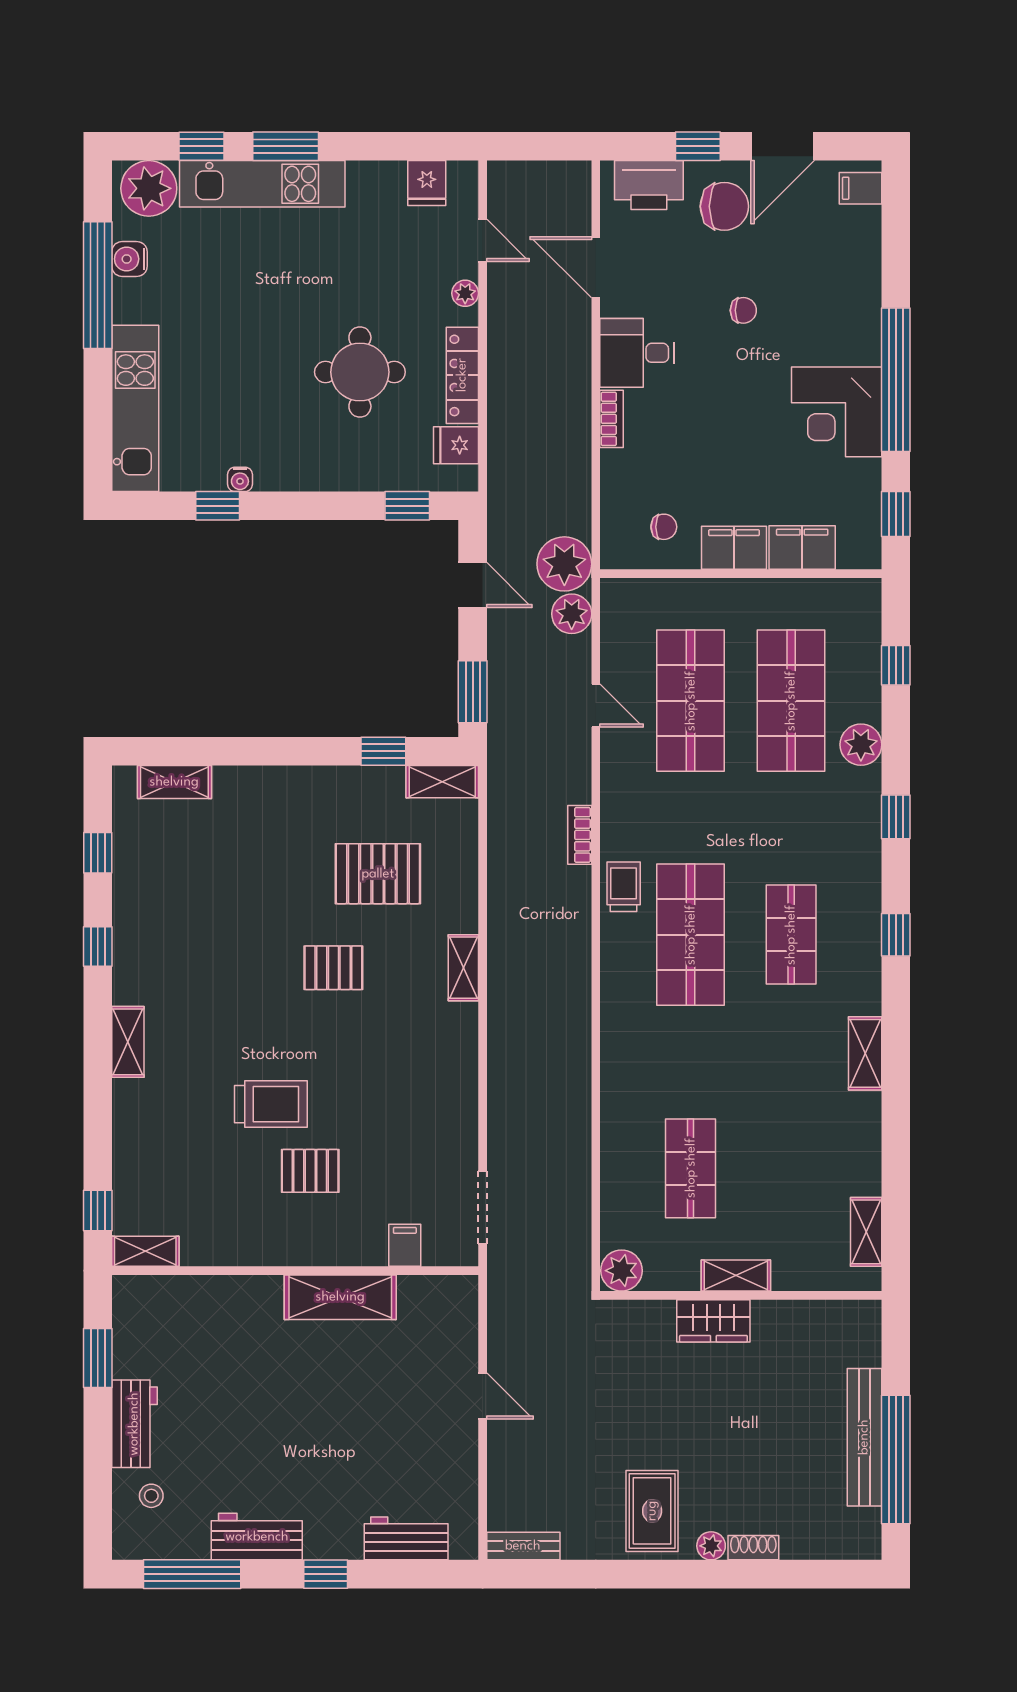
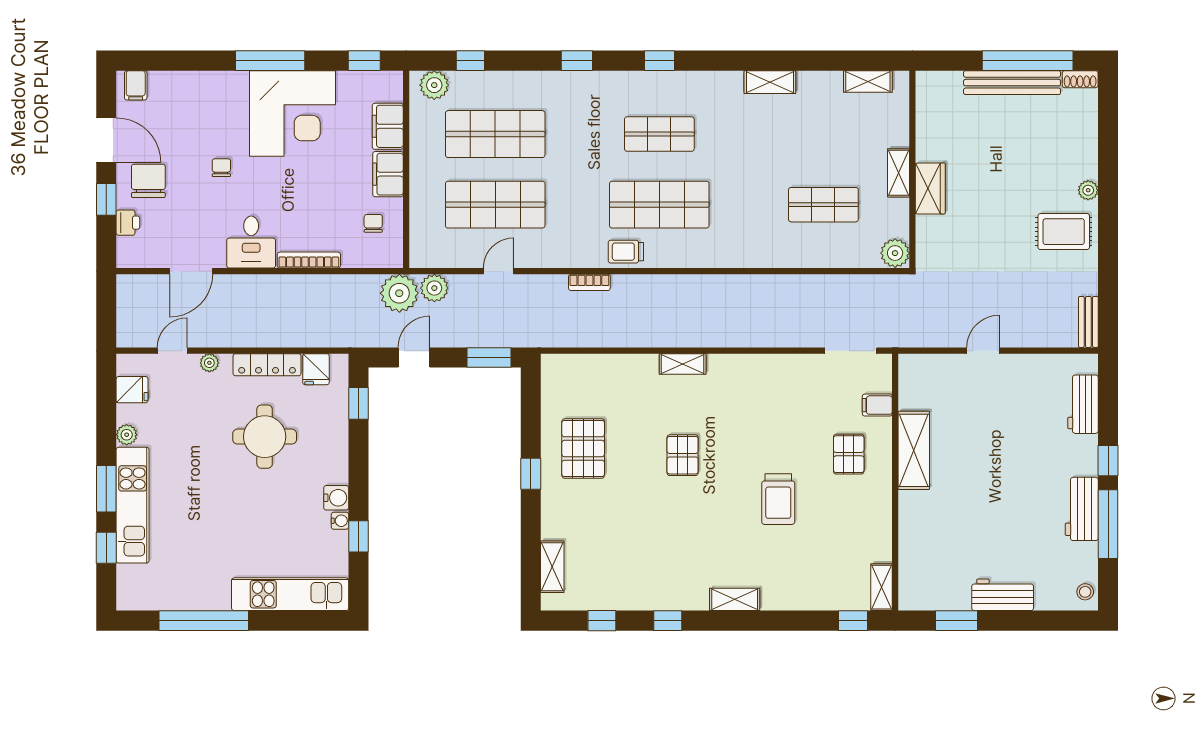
printer: (649, 185) -> (128, 223), width x0.53, depth x0.68
plant: (149, 188) -> (127, 435), moved, width x0.53, depth x0.53
water cooler: (129, 259) -> (336, 498), moved, turned -90
window: (896, 380) -> (270, 61), width x0.68
corner desk: (837, 412) -> (293, 113), width x1.36, depth x1.36
bookcase: (611, 419) -> (309, 260), width x1.56
plant: (861, 745) -> (434, 85), moved
window: (383, 751) -> (531, 474), moved
shelving: (442, 782) -> (552, 379), removed
pallet: (378, 874) -> (583, 449), moved
shelving: (865, 1053) -> (770, 82), moved
trolley: (271, 1104) -> (778, 499), turned 180
pallet: (310, 1171) -> (849, 454), moved
stool: (151, 1496) -> (1085, 592), moved
shoe rack: (753, 1548) -> (1080, 79), moved, turned -90
window: (192, 1574) -> (1108, 524), moved

